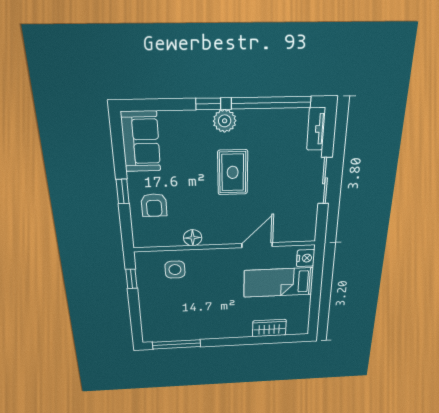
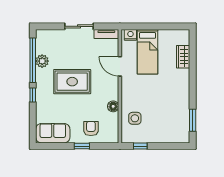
plant: (225, 121) -> (42, 61), moved
tv unit: (316, 129) -> (106, 34), moved
rug: (233, 172) -> (72, 82), width x1.36, depth x1.43
armchair: (154, 205) -> (91, 128), turned -90
window: (177, 344) -> (193, 120), width x0.69

